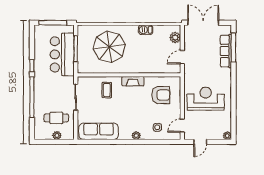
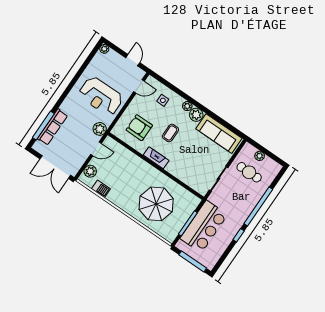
barbecue: (146, 30) -> (101, 189), moved
plant: (190, 74) -> (100, 129), added
coffee table: (107, 90) -> (170, 133), moved
plant: (125, 134) -> (196, 115), added
door: (200, 142) -> (133, 60), hinge flipped

